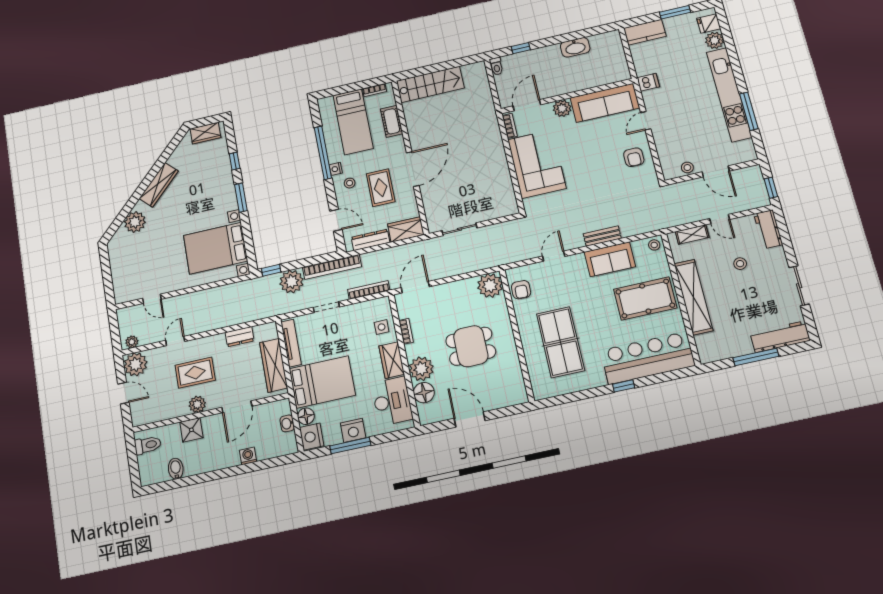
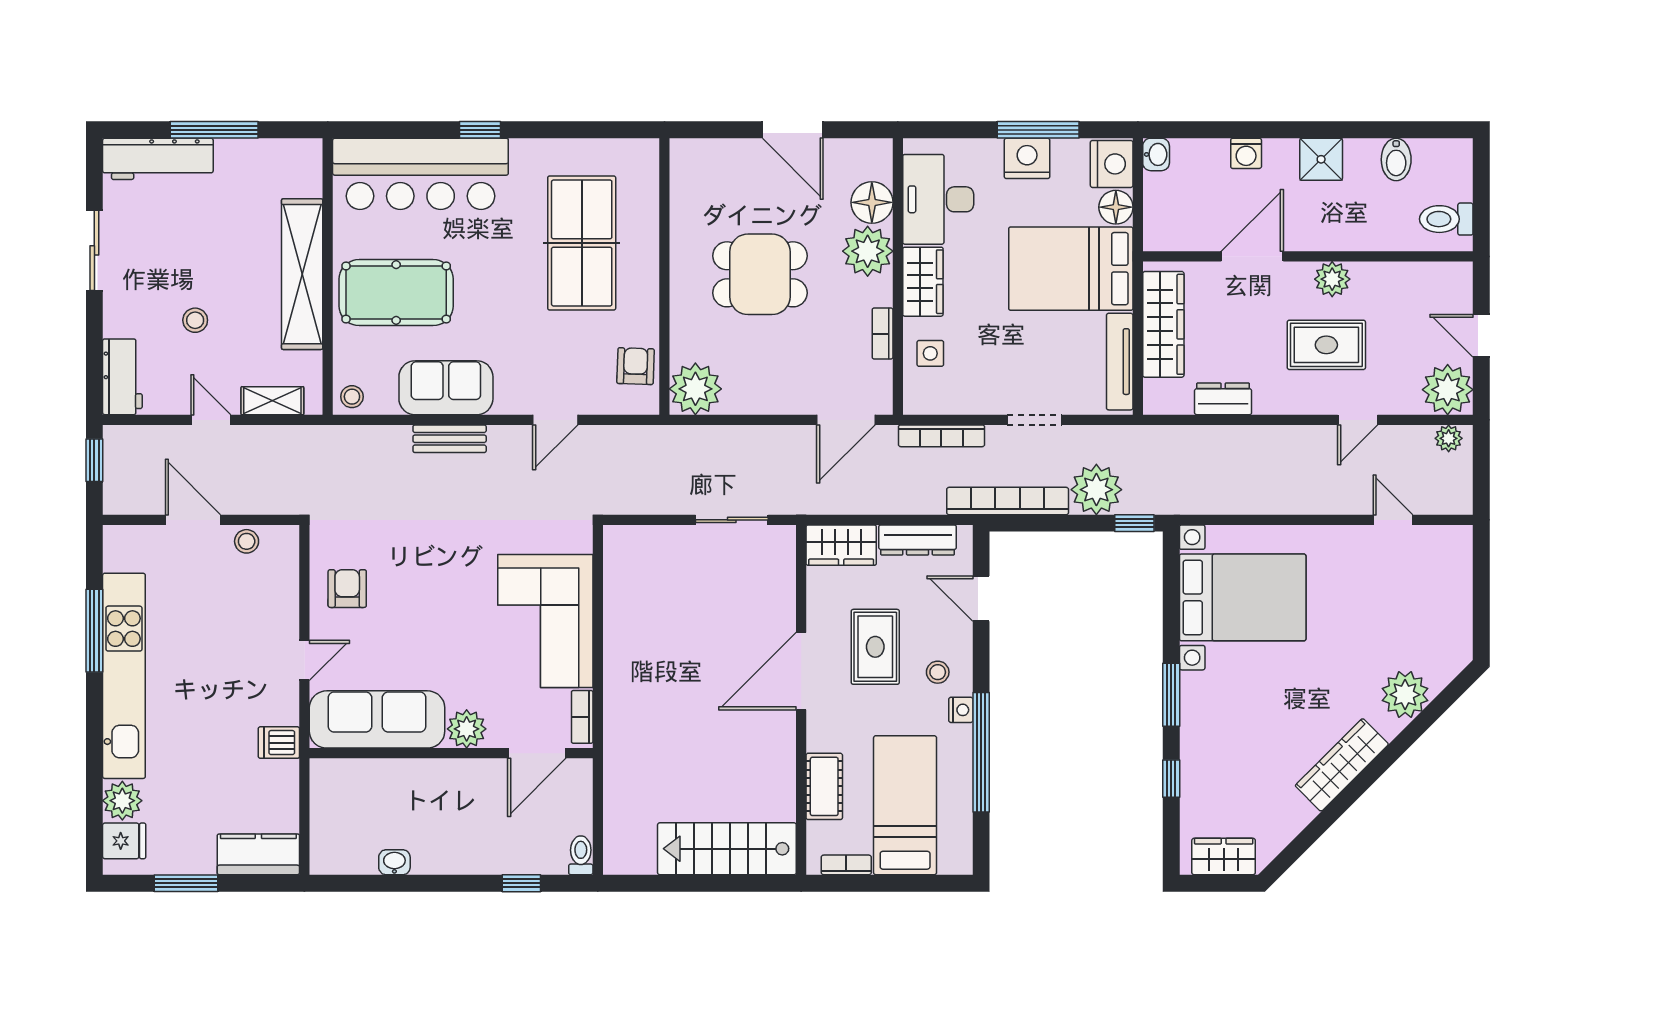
washbasin: (575, 47) -> (394, 862), width x0.52, depth x0.69
washbasin: (287, 423) -> (1156, 154), moved
shower: (191, 430) -> (1321, 159), moved

